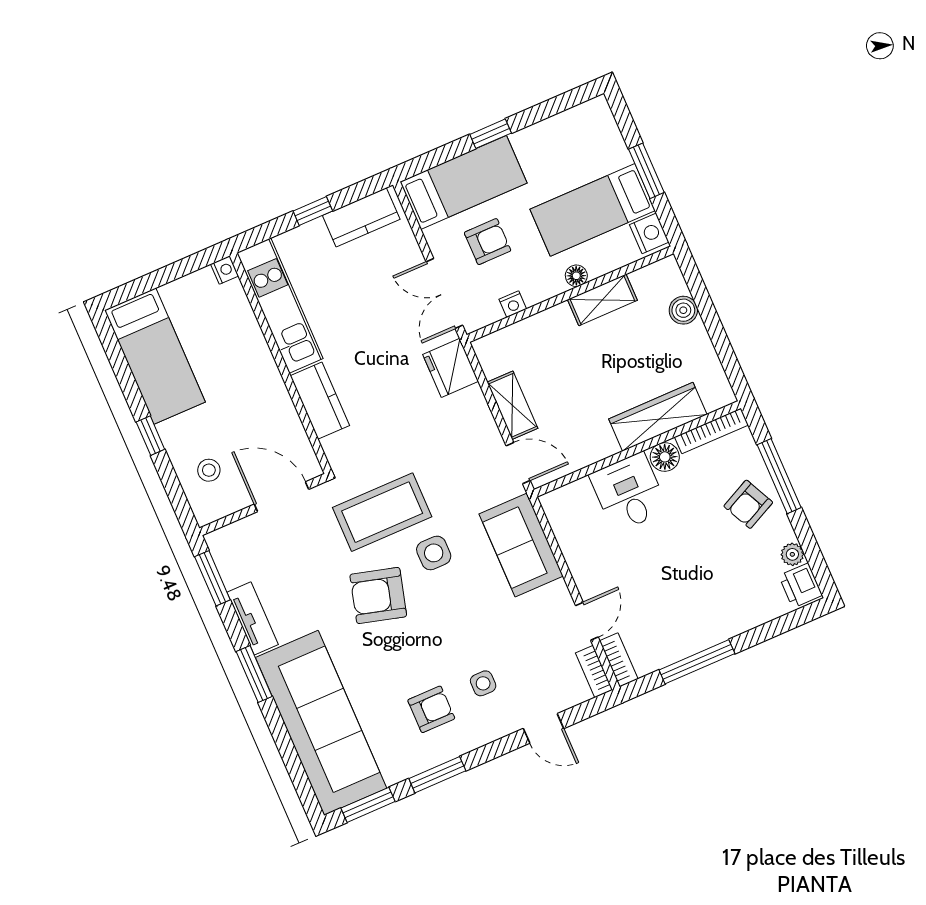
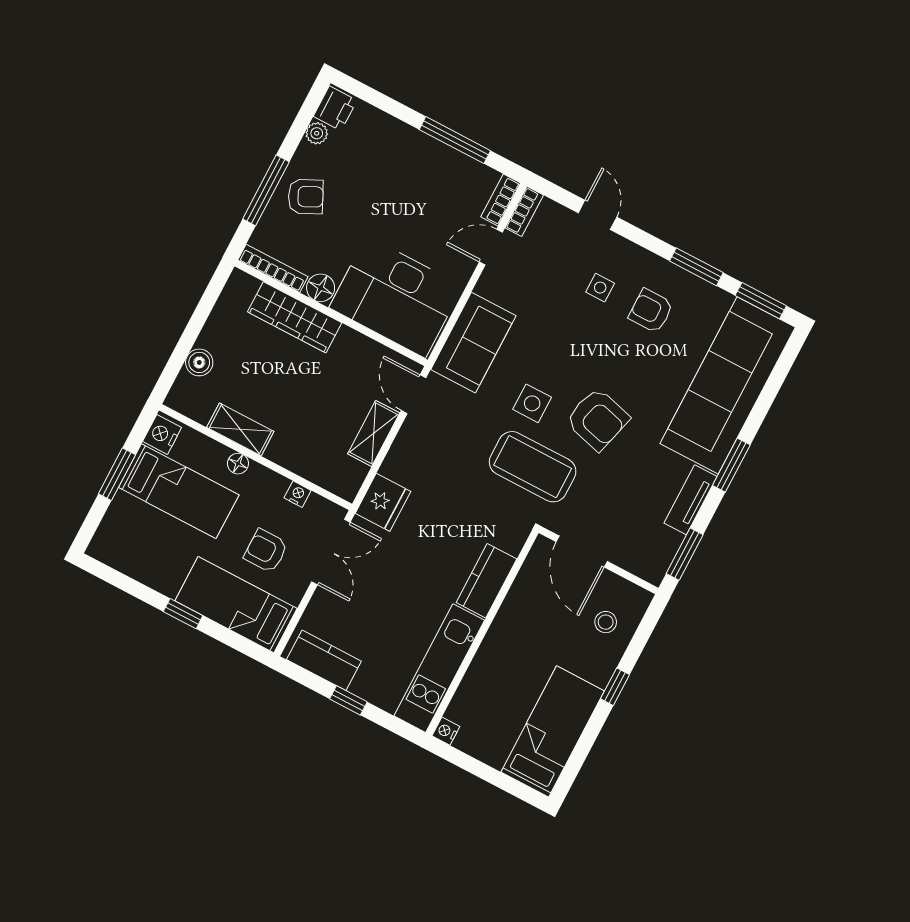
desk: (629, 492) -> (396, 297), width x1.87, depth x1.30

